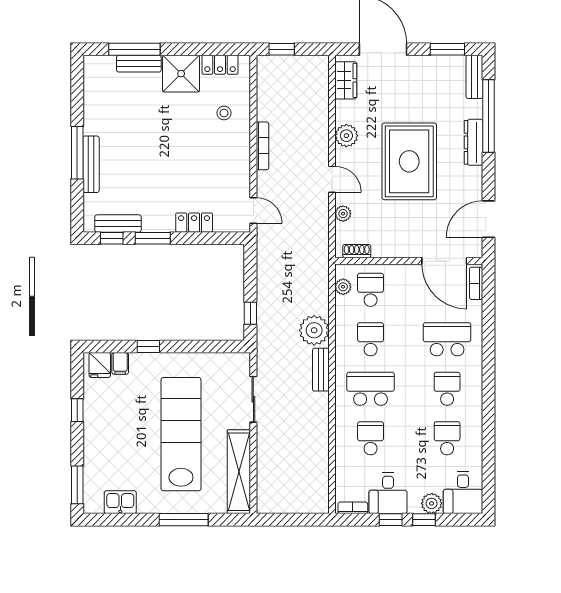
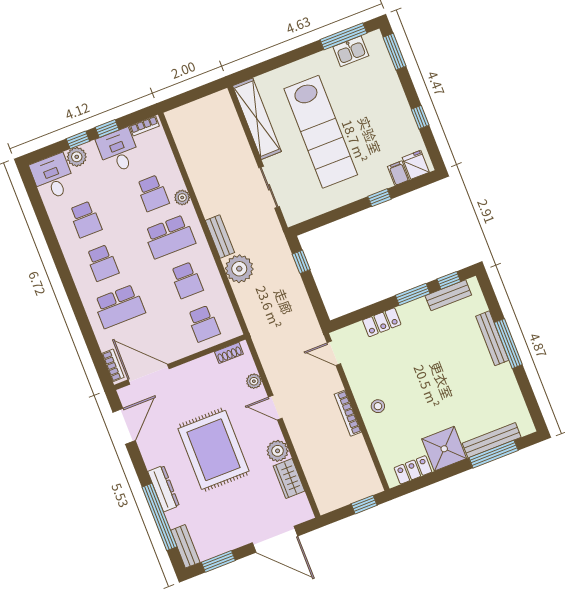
bench: (139, 64) -> (492, 440), width x1.36
wardrobe: (346, 80) -> (289, 479), moved
stool: (224, 113) -> (378, 406), moved
plant: (343, 287) -> (182, 198), moved
window: (184, 520) -> (343, 36), moved

